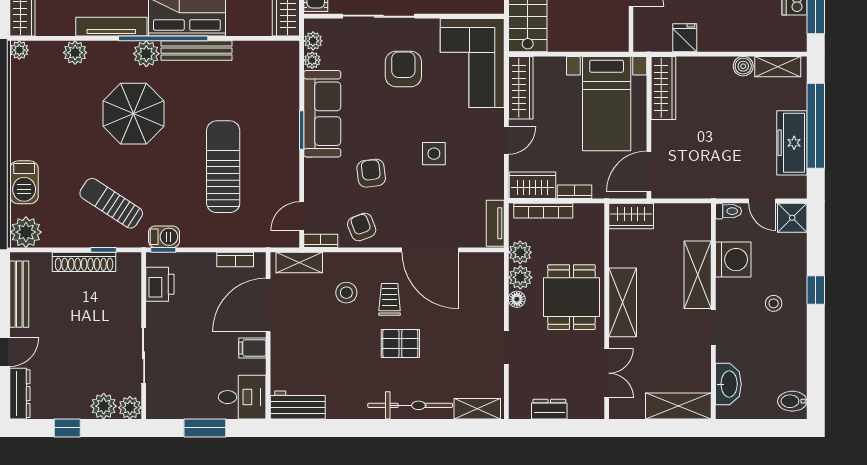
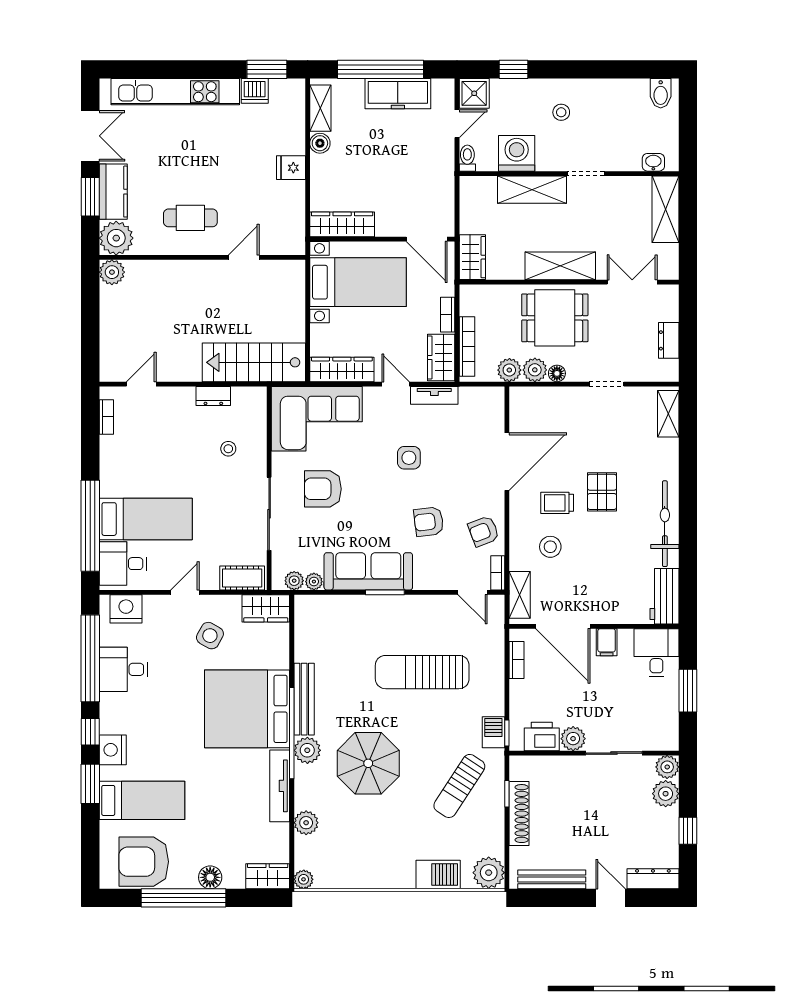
fridge: (685, 38) -> (291, 168), moved
tv unit: (495, 223) -> (434, 395), moved
window: (816, 290) -> (513, 69), moved
plant: (158, 315) -> (573, 739), added
washbasin: (728, 384) -> (653, 162), width x0.52, depth x0.69
bicycle: (410, 405) -> (665, 524), moved

